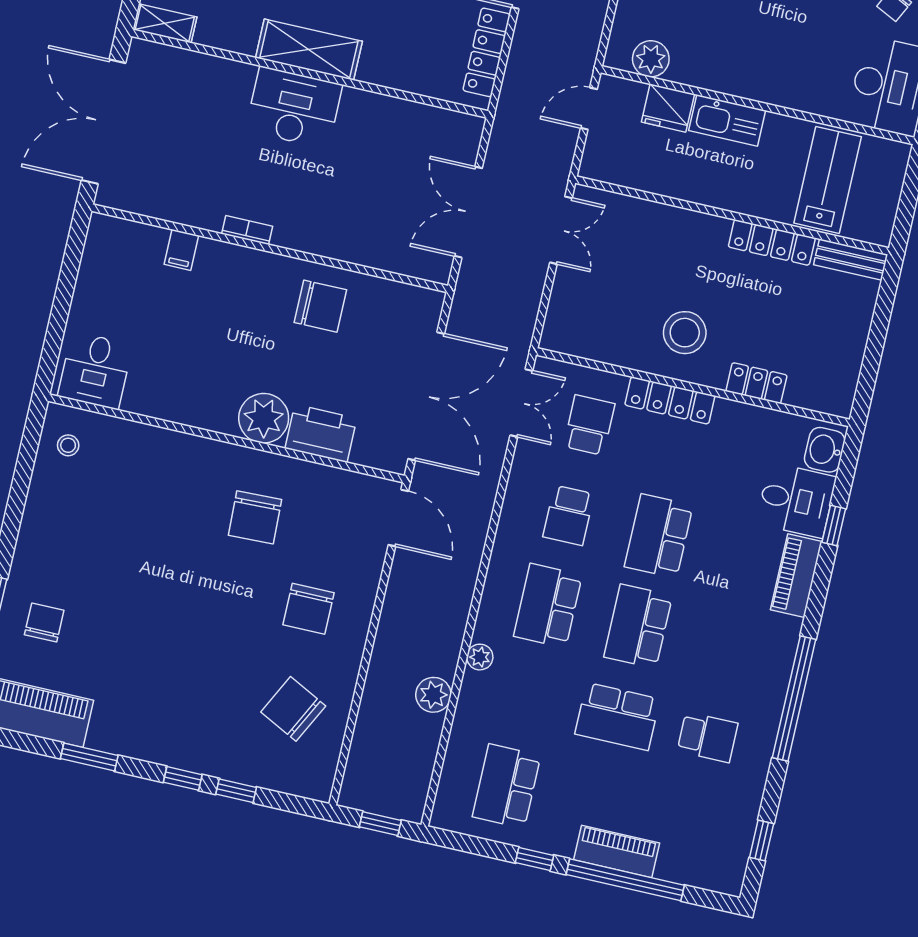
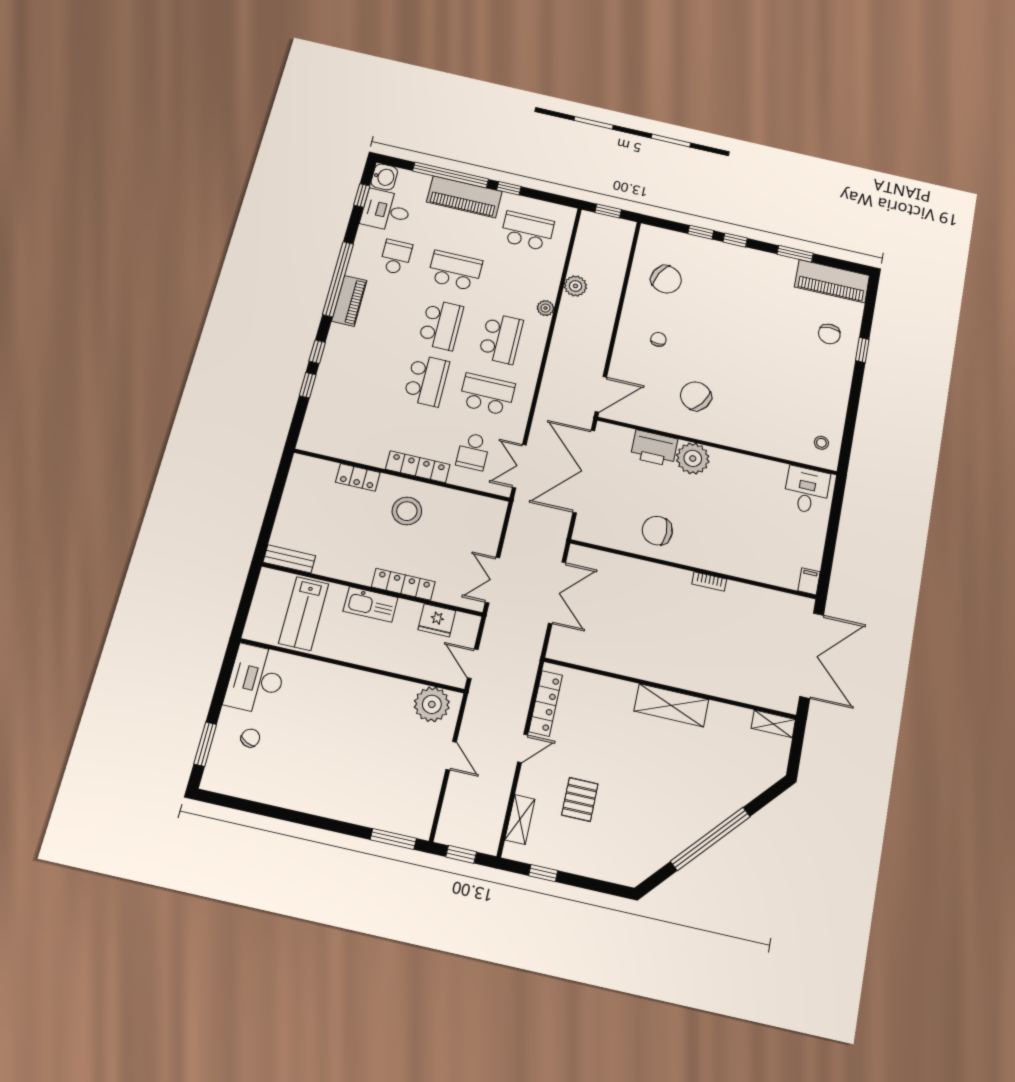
plant: (651, 59) -> (432, 704), width x1.36, depth x1.36
desk: (294, 108) -> (680, 665), removed
fridge: (668, 108) -> (437, 620), moved, turned 180
door: (589, 109) -> (473, 664), swing flipped
kitchen sink: (727, 120) -> (371, 604), moved, turned 180
locker: (772, 242) -> (403, 584), moved
filing cabinet: (181, 250) -> (809, 581), moved
washbasin: (825, 450) -> (384, 177), moved
desk: (796, 500) -> (386, 211), moved
school desk: (569, 515) -> (487, 394), width x1.85
chair: (255, 517) -> (696, 396), turned -53
door: (398, 518) -> (601, 394), swing flipped
piano: (796, 576) -> (349, 301), moved
window: (821, 579) -> (317, 352), added
chair: (309, 609) -> (658, 339), width x0.54, depth x0.54
school desk: (708, 737) -> (396, 257), turned 90
school desk: (507, 786) -> (527, 231), turned -90
piano: (617, 851) -> (464, 197), width x1.37, depth x1.33

